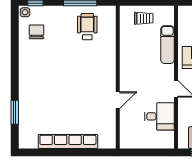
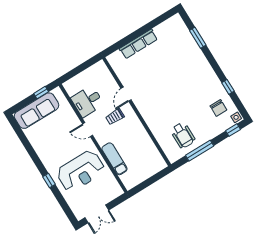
trolley: (144, 18) -> (115, 117), moved
window: (15, 47) -> (228, 87), added
row of seats: (68, 142) -> (138, 44), width x0.73

